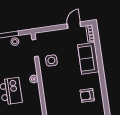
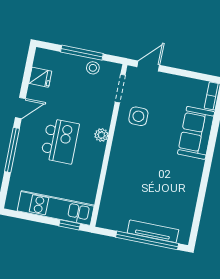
door: (74, 25) -> (148, 66), moved
armchair: (87, 95) -> (174, 189), removed

